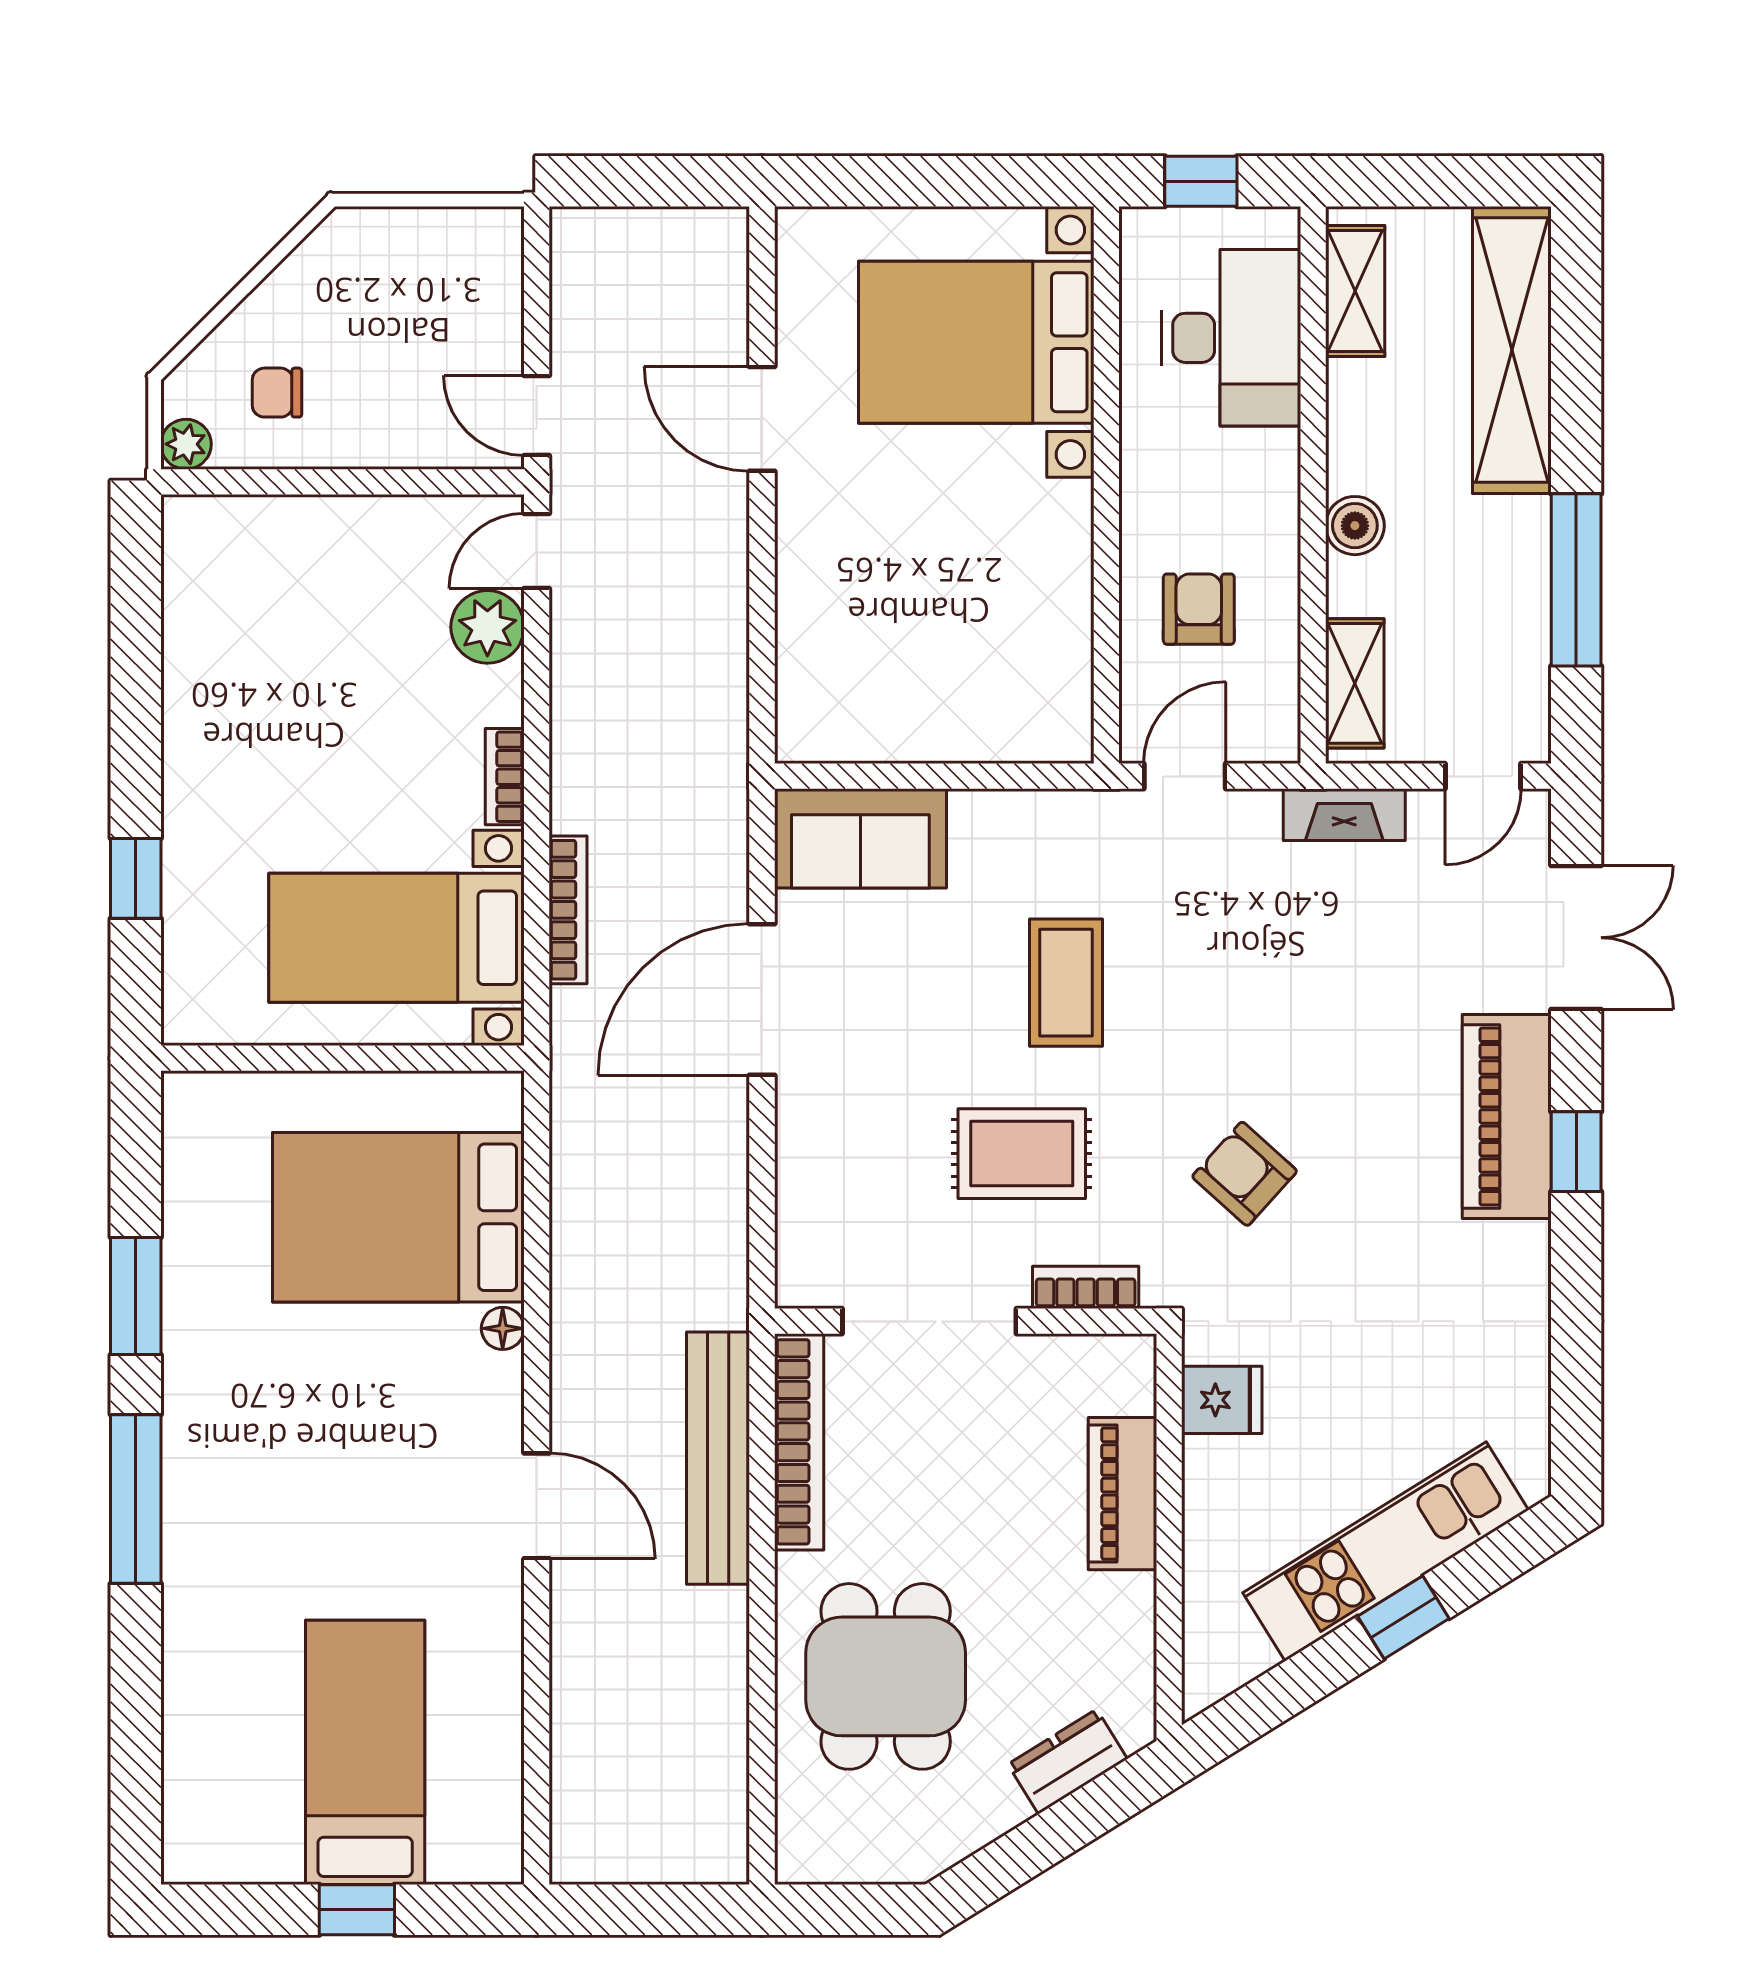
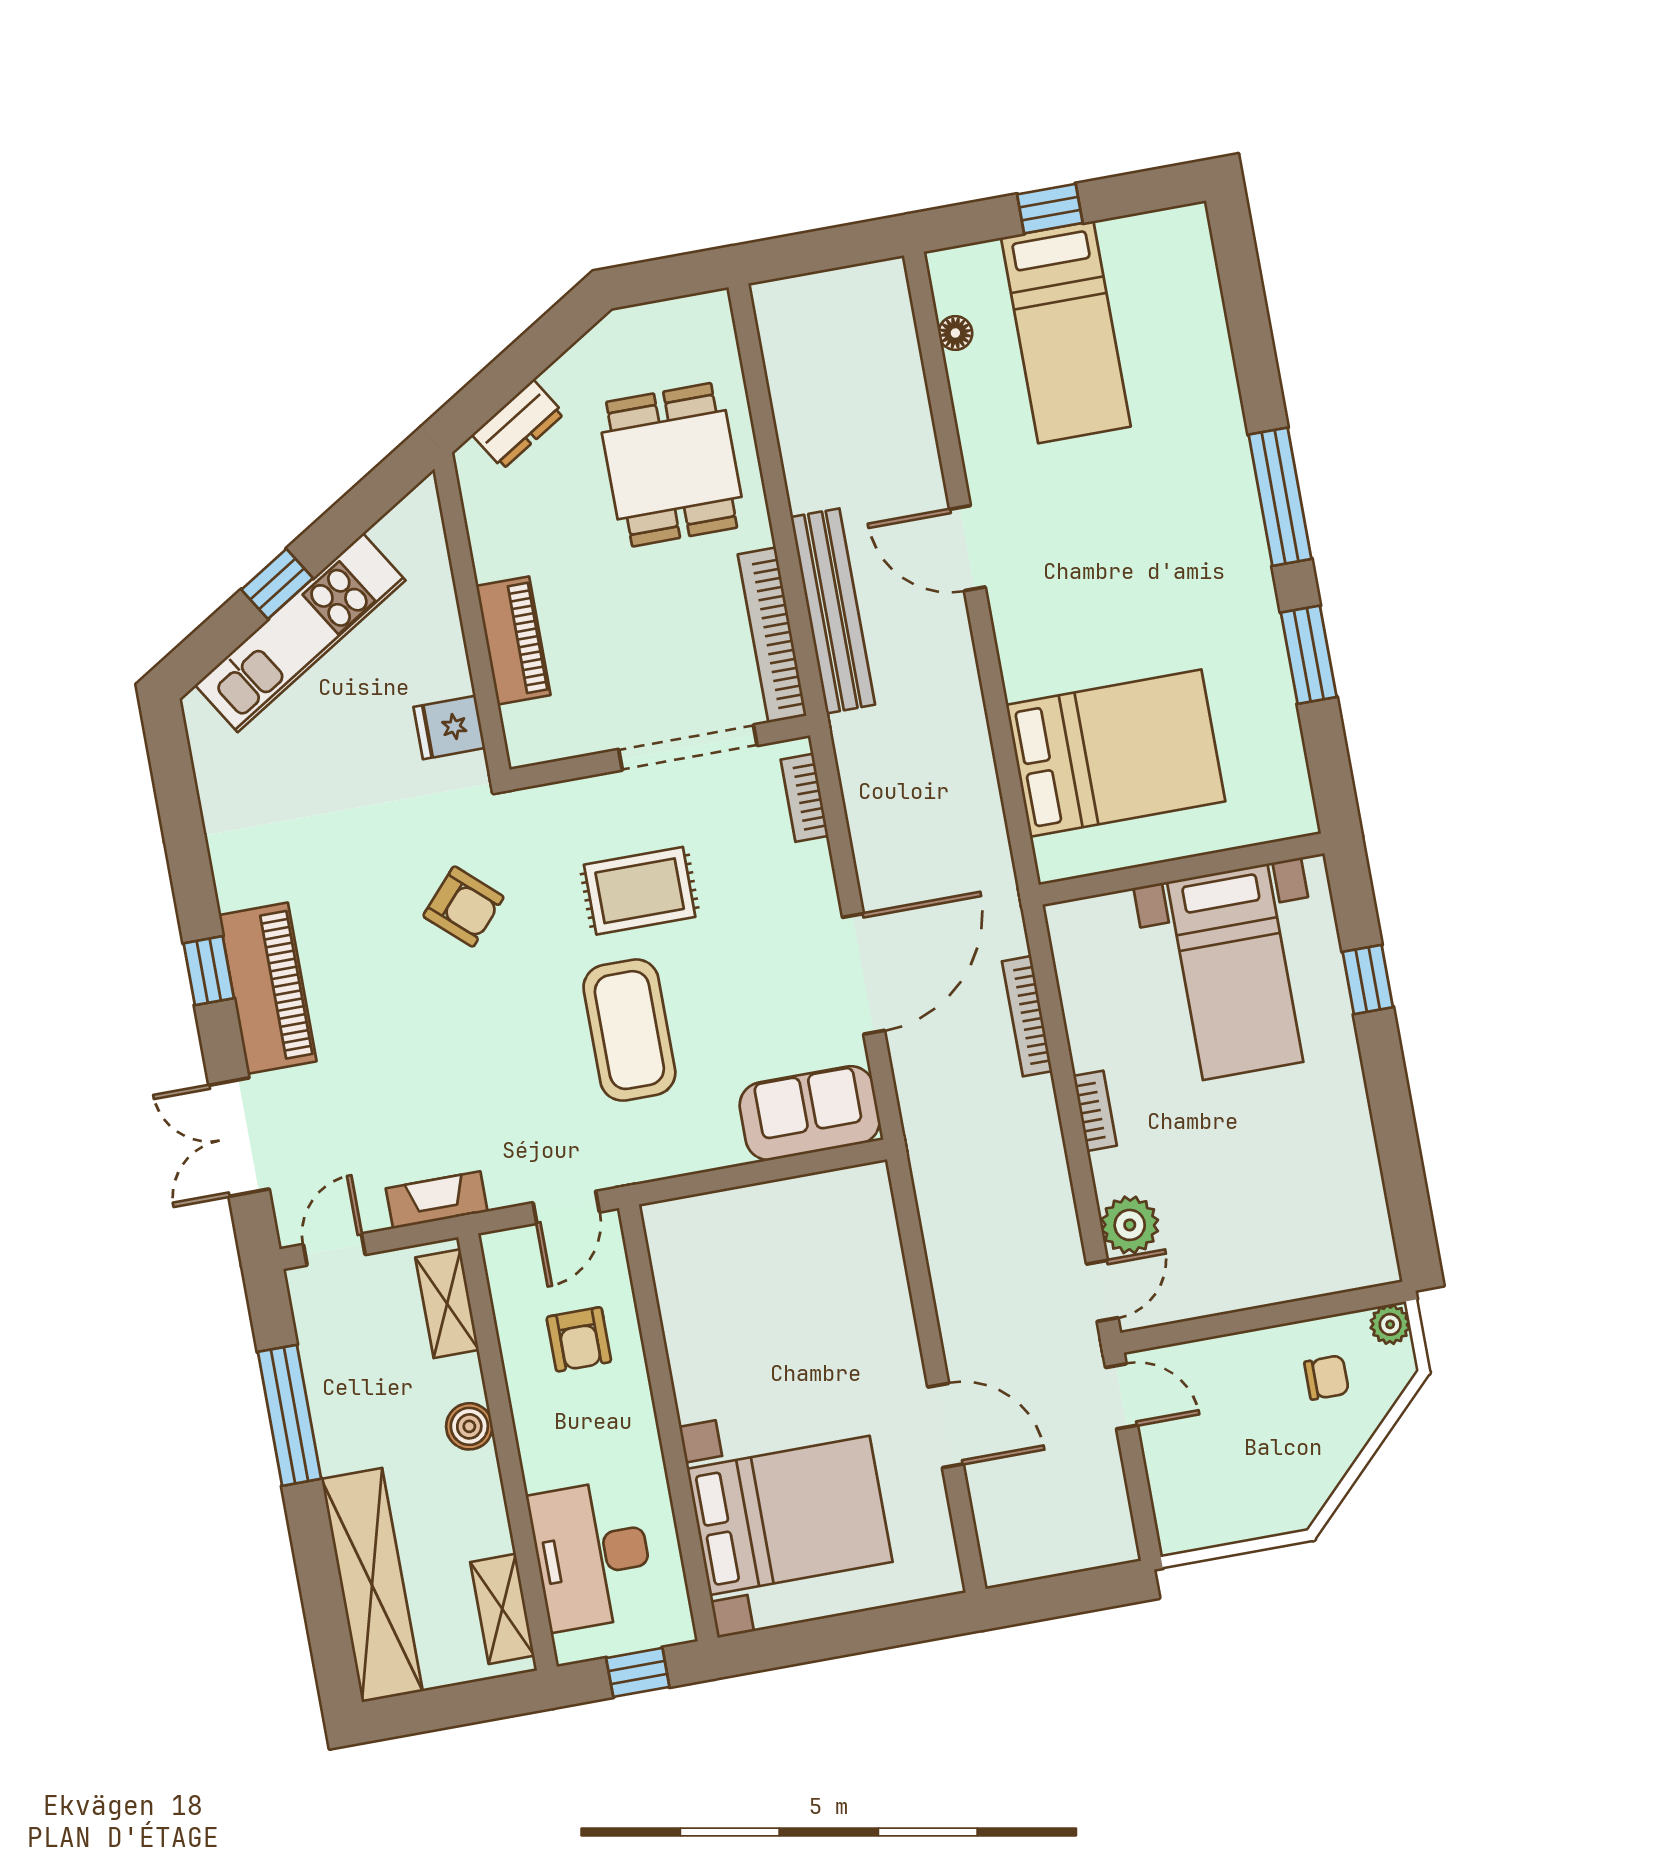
bed with nightstands: (397, 938) -> (1235, 972), moved, turned 90
coffee table: (1066, 983) -> (629, 1030), width x1.36, depth x1.32
bookcase: (1086, 1287) -> (804, 798), moved, turned 90
floor lamp: (503, 1328) -> (955, 333), moved

